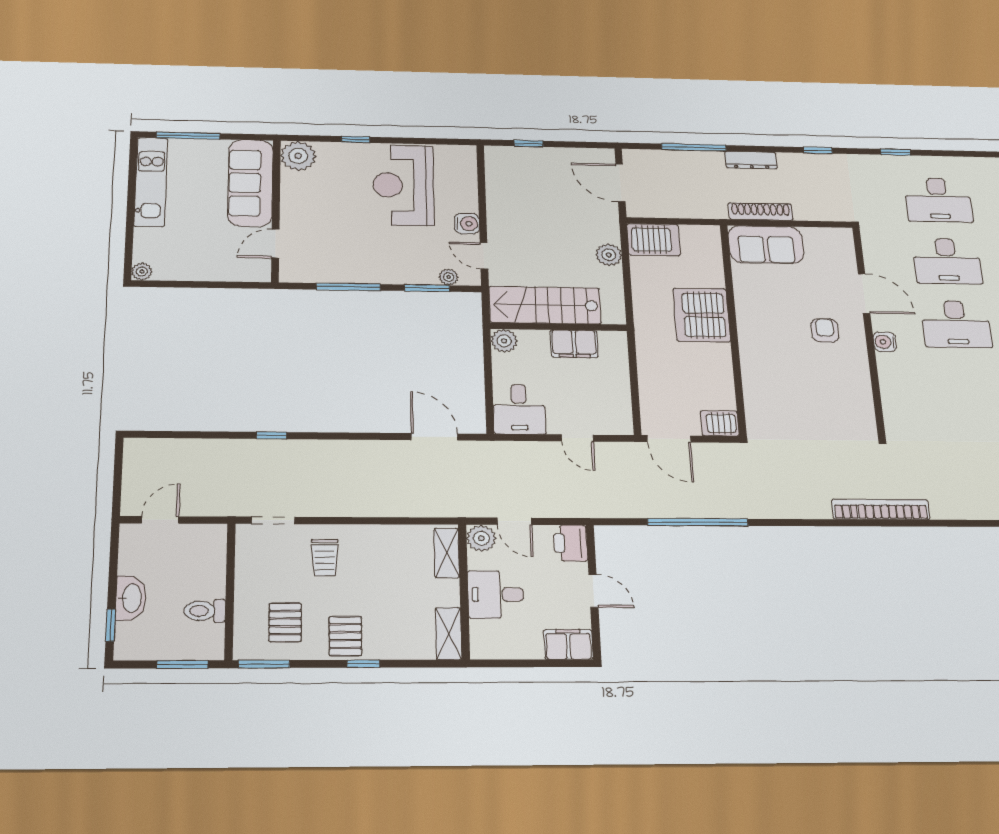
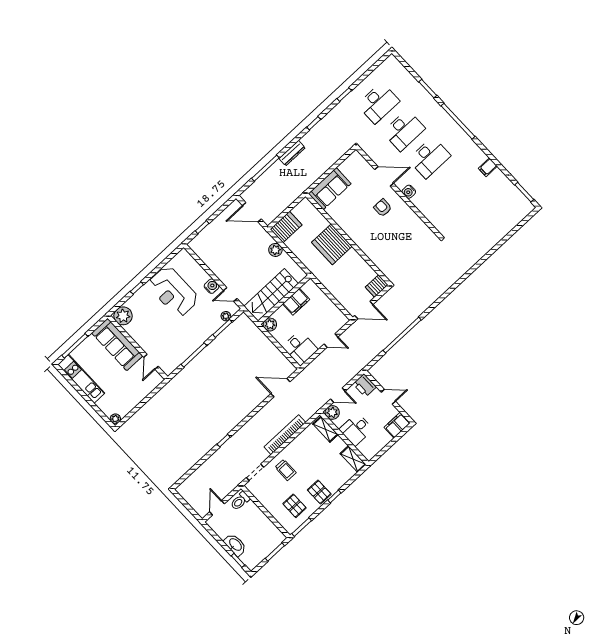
shoe rack: (761, 212) -> (315, 175), removed
bookcase: (881, 509) -> (285, 435), moved
toilet: (205, 611) -> (240, 501), moved

